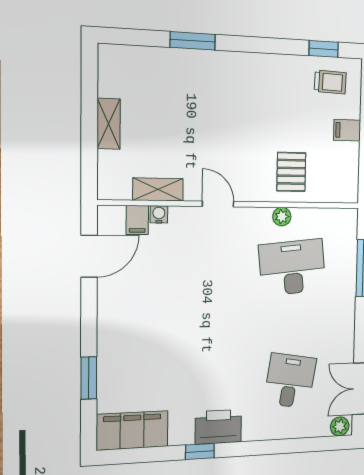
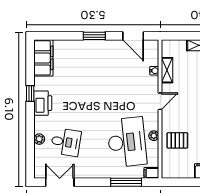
filing cabinet: (137, 220) -> (151, 173), moved
desk: (292, 267) -> (127, 142), width x1.36, depth x1.30
window: (89, 378) -> (94, 36), moved
plant: (340, 426) -> (39, 139), moved

